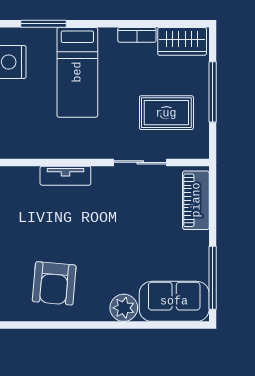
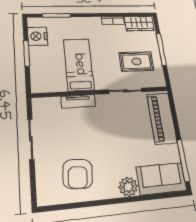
bed: (77, 72) -> (79, 64), moved, turned 180
piano: (196, 200) -> (162, 118), width x1.37, depth x1.33

